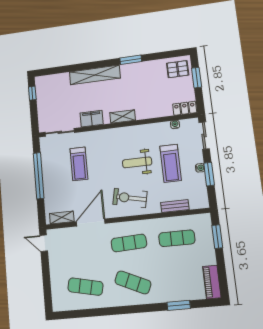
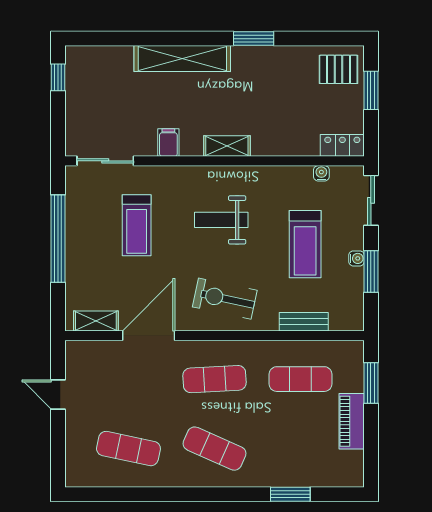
filing cabinet: (92, 119) -> (168, 143), width x0.50
weight bench: (137, 162) -> (221, 220), moved
door: (44, 243) -> (58, 395), moved
piano: (212, 282) -> (352, 421), moved

